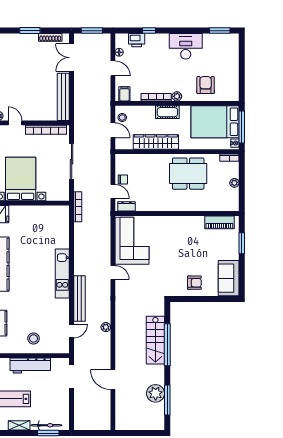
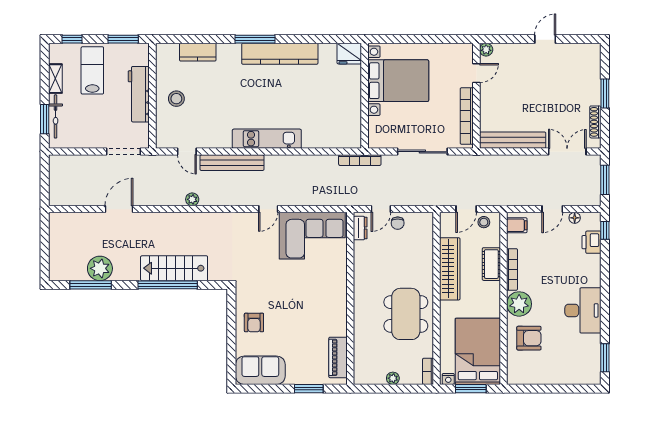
window: (149, 31) -> (605, 230), moved
plant: (177, 96) -> (519, 304), width x1.87, depth x1.87
cot: (167, 112) -> (491, 264), moved
window: (242, 127) -> (471, 389), width x0.69

